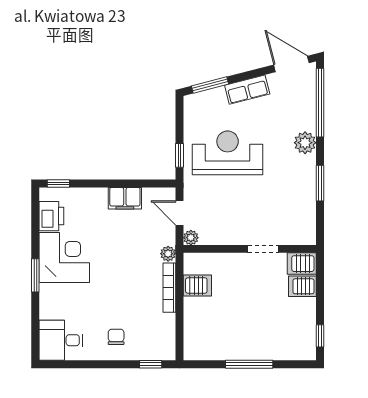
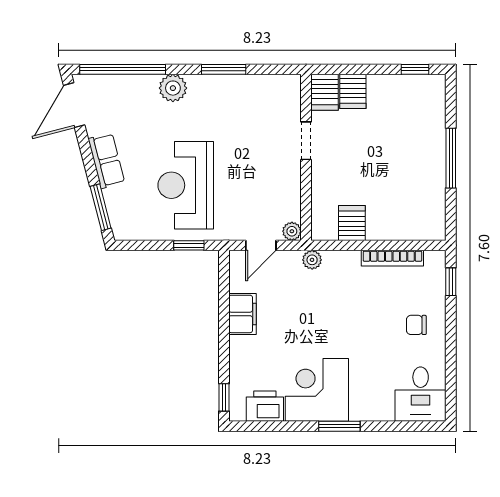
bookcase: (169, 288) -> (392, 258), moved

